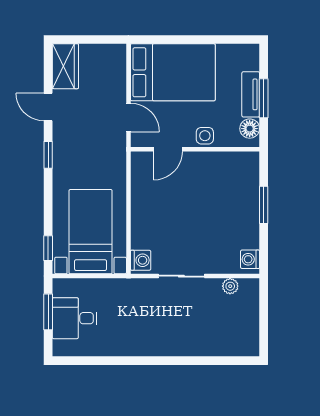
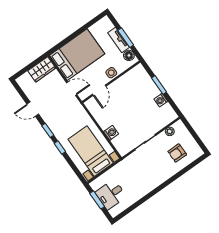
wardrobe: (65, 66) -> (42, 69), moved, turned 90
window: (48, 248) -> (60, 148), moved
washing machine: (250, 259) -> (161, 100), moved
washing machine: (141, 260) -> (111, 133), moved
armchair: (218, 327) -> (177, 153), added

